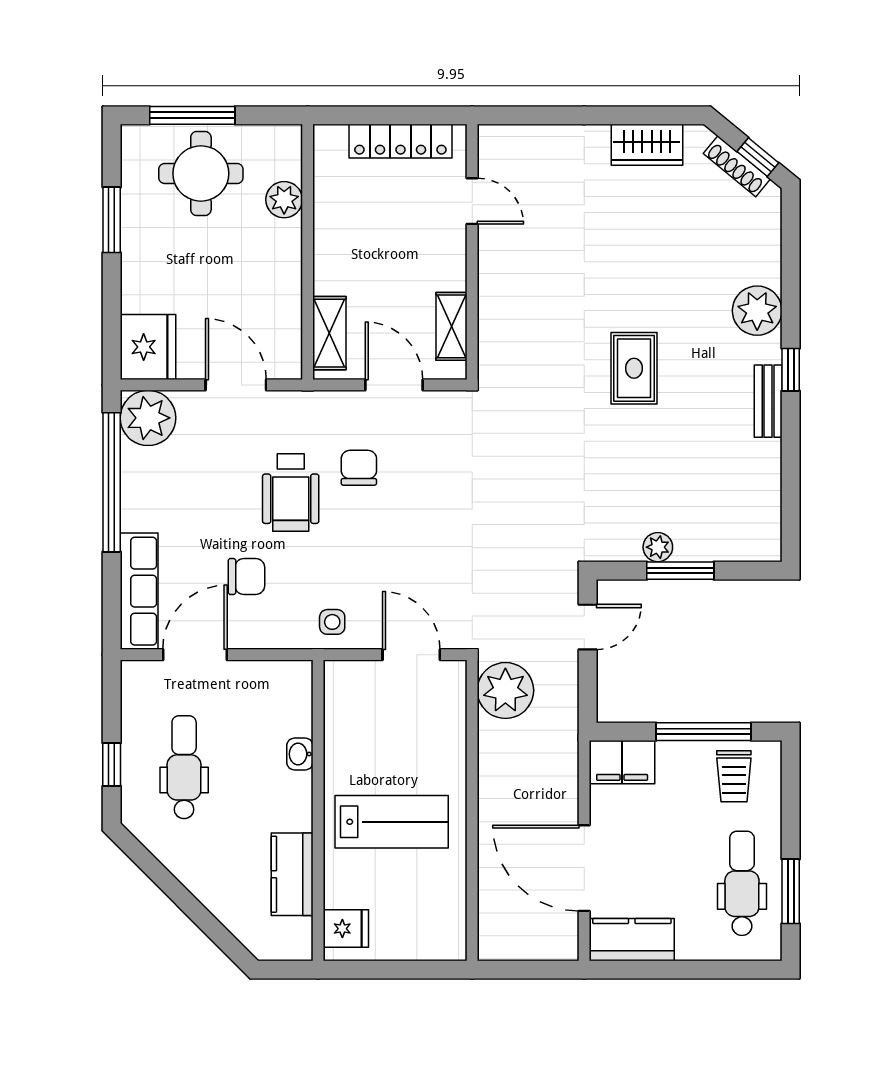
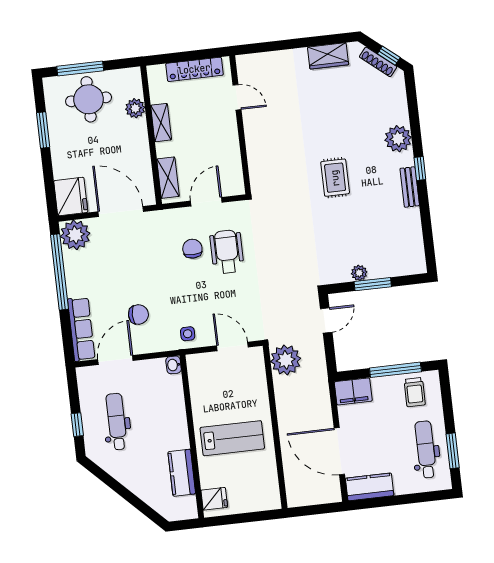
shelving: (452, 326) -> (161, 123), moved
door: (236, 385) -> (121, 212), width x1.36
door: (394, 385) -> (206, 202), hinge flipped
wheelchair: (291, 492) -> (227, 252), moved, turned 180
washbasin: (300, 754) -> (174, 365), moved

